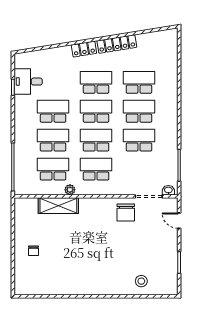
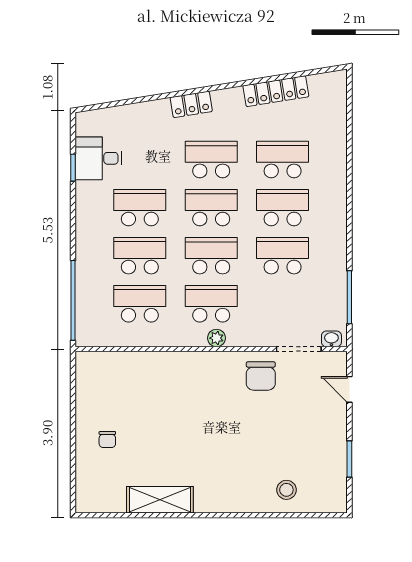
locker: (117, 44) -> (276, 91), moved
plant: (70, 190) -> (216, 338), moved
shelving: (58, 206) -> (160, 500), moved

